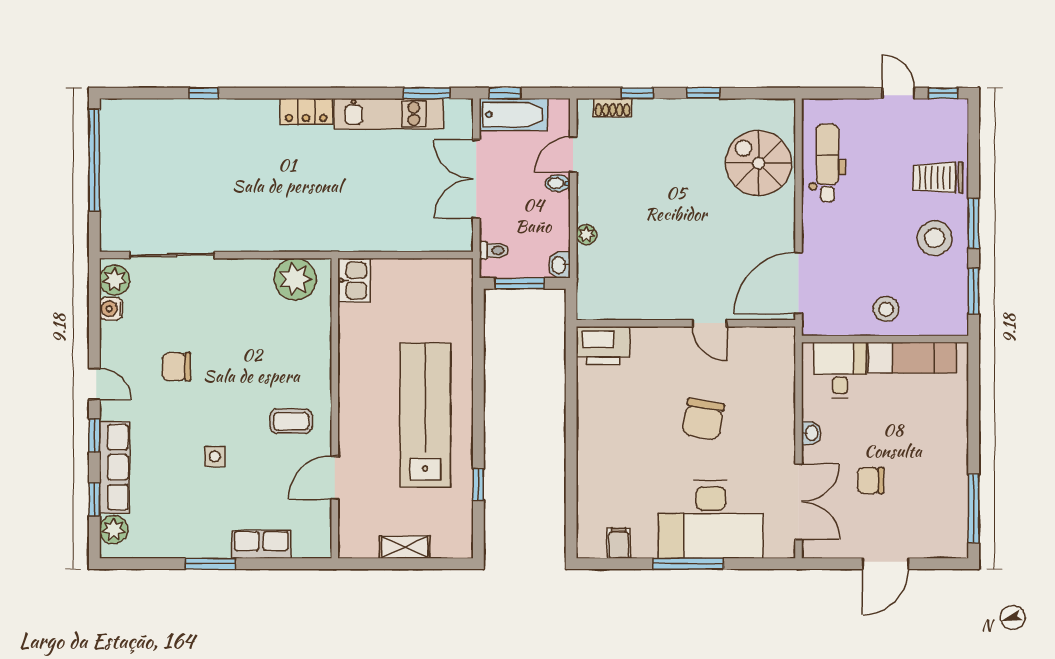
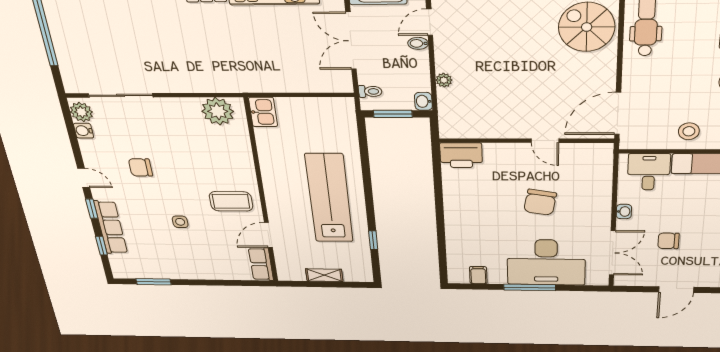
coffee table: (291, 421) -> (231, 201), width x1.36, depth x1.30
plant: (114, 530) -> (119, 263), removed
row of seats: (261, 544) -> (261, 264), moved, turned -90
window: (210, 564) -> (153, 282), moved

